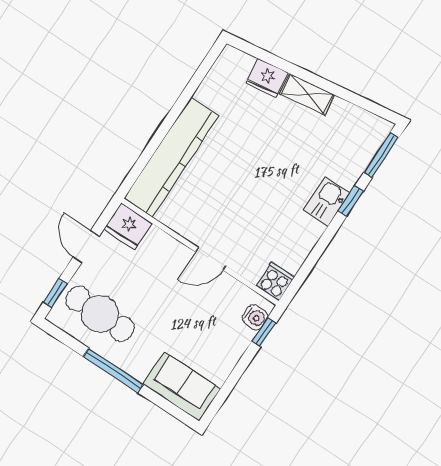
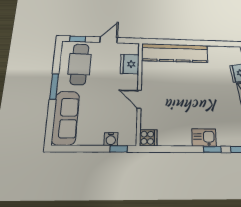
fridge: (128, 226) -> (130, 64), moved
water cooler: (255, 317) -> (111, 139), moved
window: (113, 370) -> (54, 87), width x0.69
sofa: (182, 387) -> (66, 118), width x1.36

